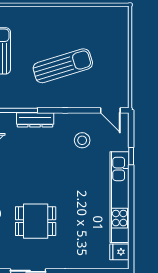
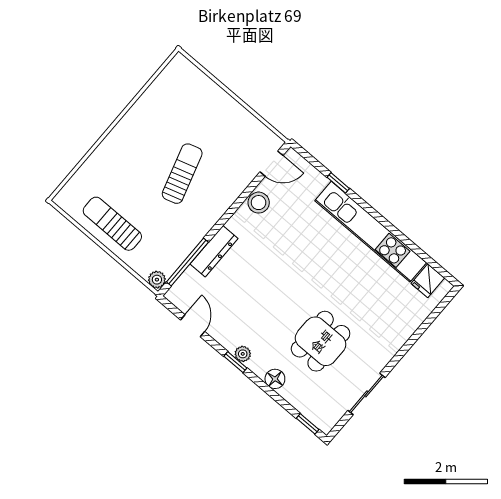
sun lounger: (63, 66) -> (182, 174), width x0.73, depth x0.75
stool: (82, 140) -> (259, 203), moved

